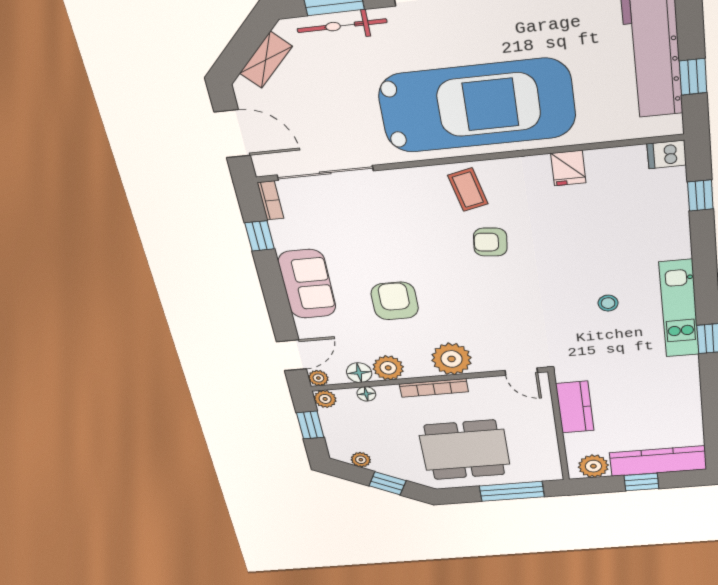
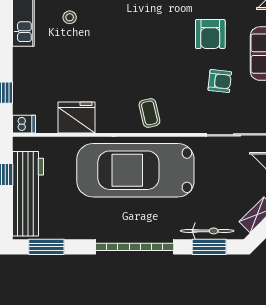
fridge: (568, 168) -> (76, 117), width x1.88, depth x1.34
armchair: (490, 242) -> (220, 81), moved

